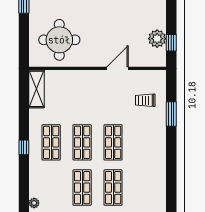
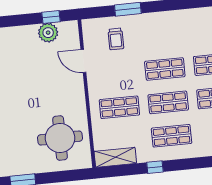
door: (118, 68) -> (83, 61), moved
shop shelf: (82, 97) -> (119, 107), added
window: (24, 147) -> (155, 167), moved

